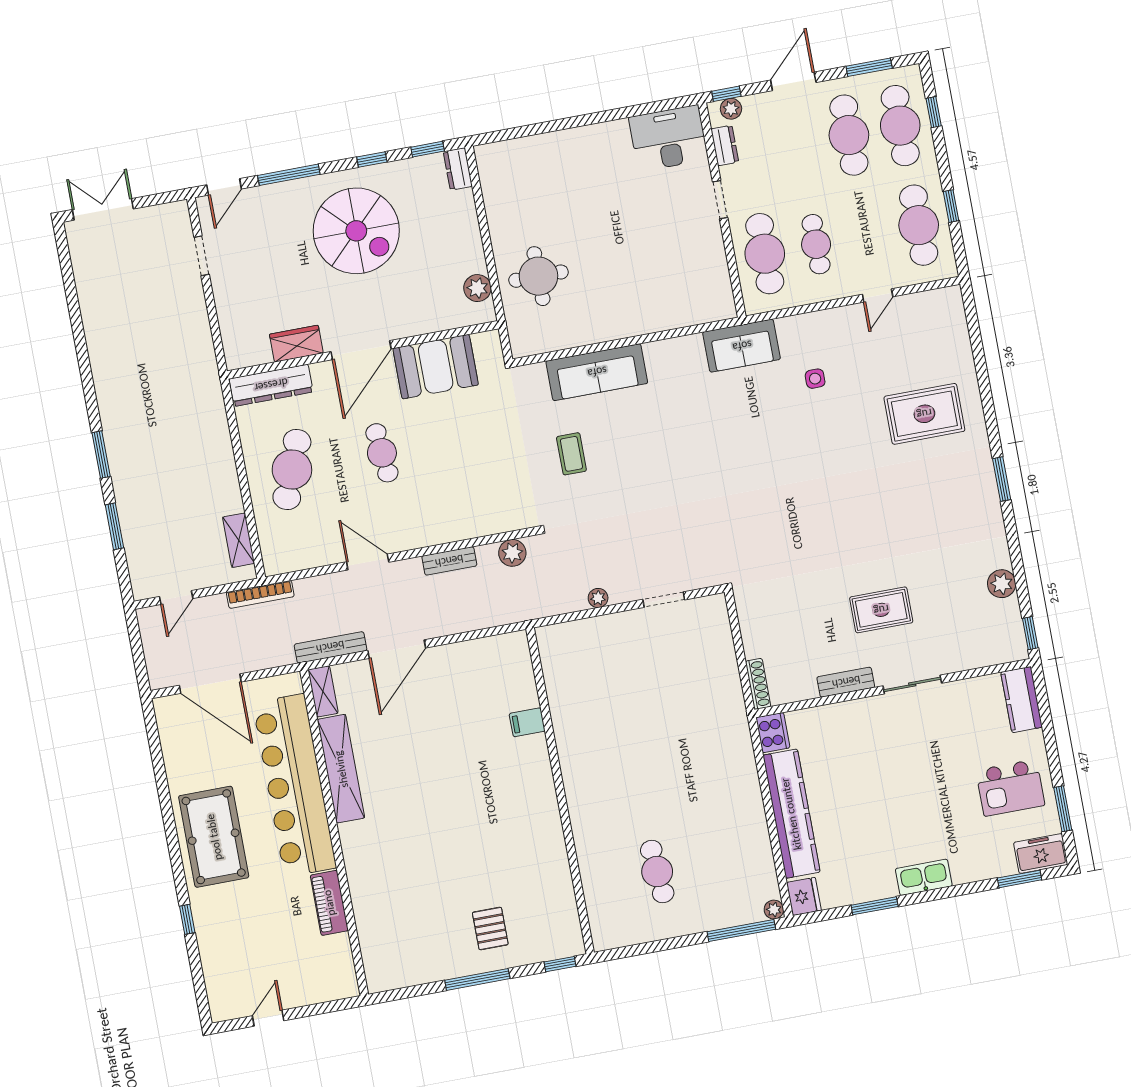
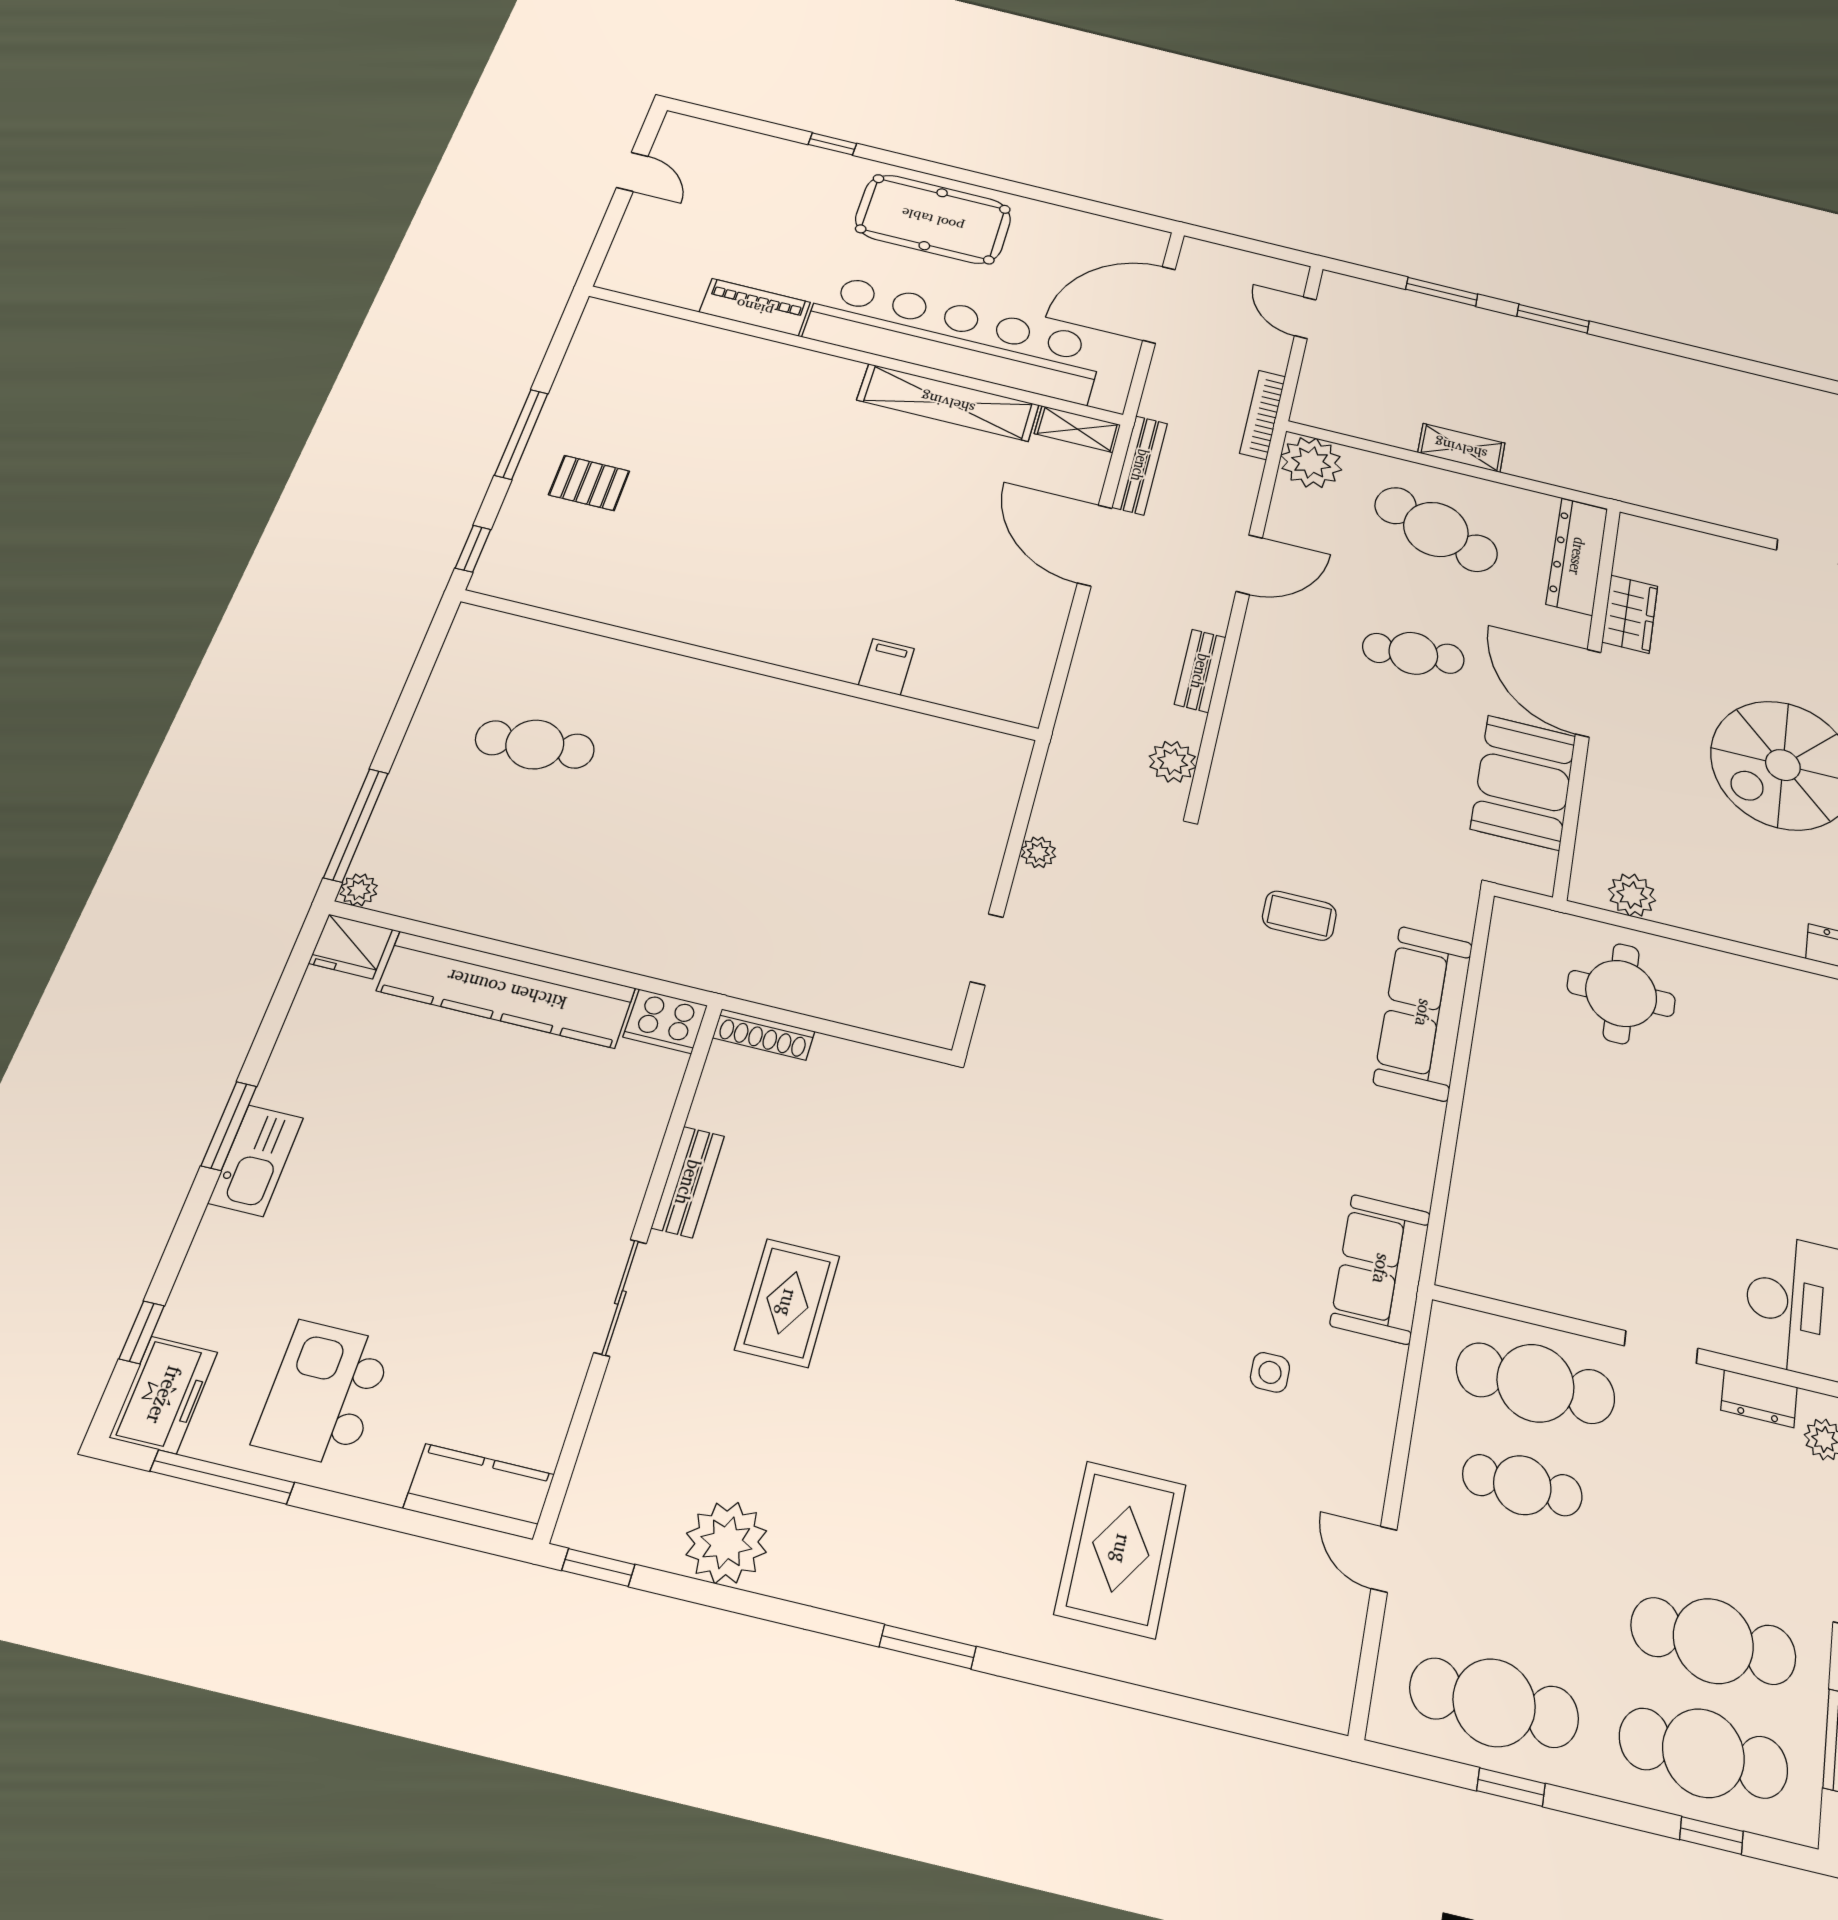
shelving: (239, 540) -> (1461, 448), moved
plant: (280, 555) -> (1311, 462), added
plant: (1002, 584) -> (726, 1543), width x1.36, depth x1.36
window: (1063, 809) -> (222, 1477), width x1.44
window: (1019, 879) -> (142, 1332), width x0.67
window: (875, 906) -> (229, 1126), moved

